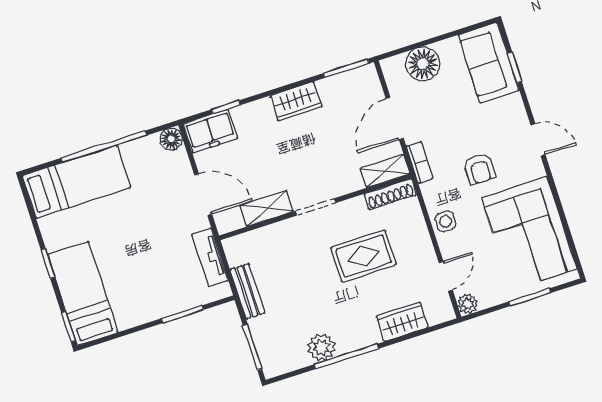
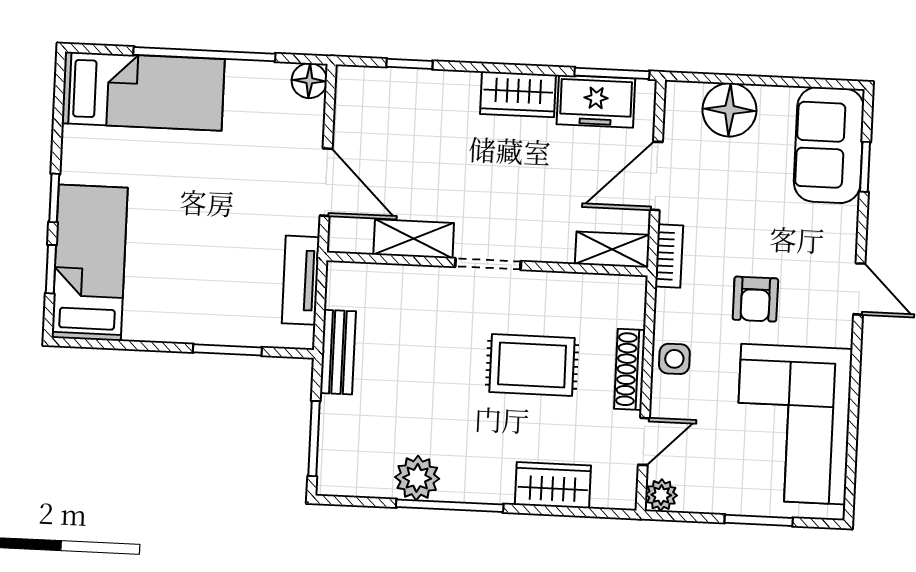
freezer: (210, 131) -> (596, 101), moved
shoe rack: (390, 194) -> (630, 369), moved, turned 90
window: (68, 326) -> (51, 269), moved

